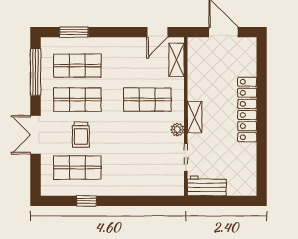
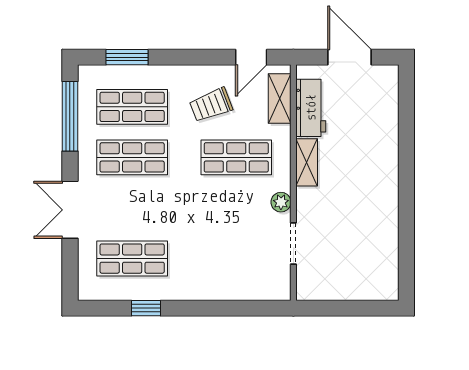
locker: (247, 109) -> (385, 172), removed
shelving: (195, 117) -> (307, 162), moved
trolley: (81, 135) -> (211, 105), moved, turned 69
workbench: (207, 186) -> (311, 108), moved, turned 90

